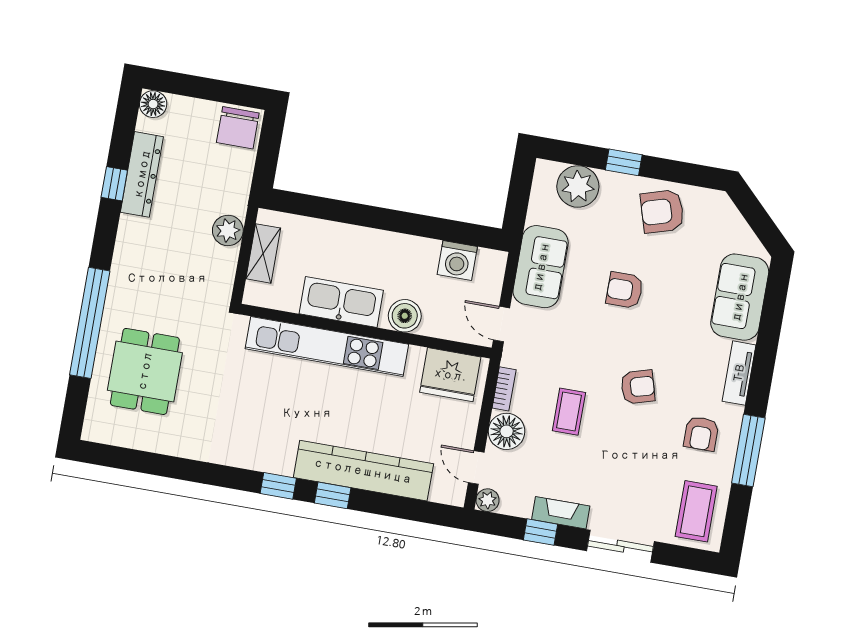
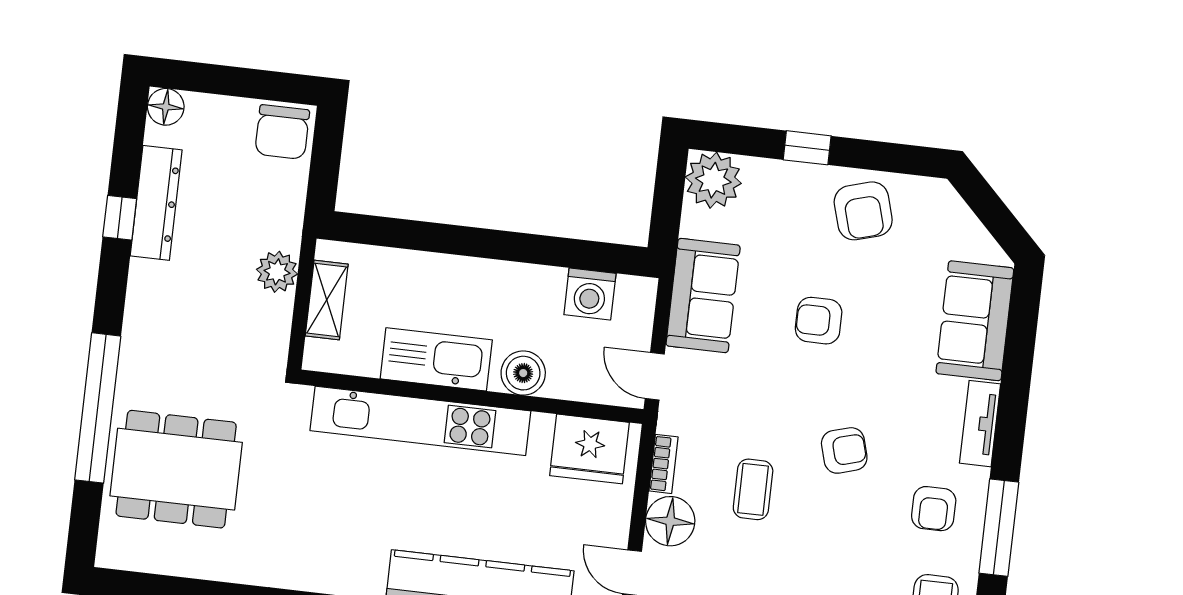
plant: (578, 186) -> (713, 180), moved
armchair: (662, 211) -> (863, 211), turned -89
dining table: (145, 371) -> (176, 469), width x1.38

